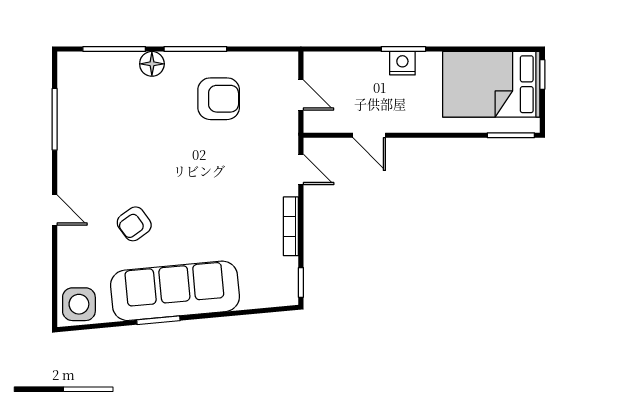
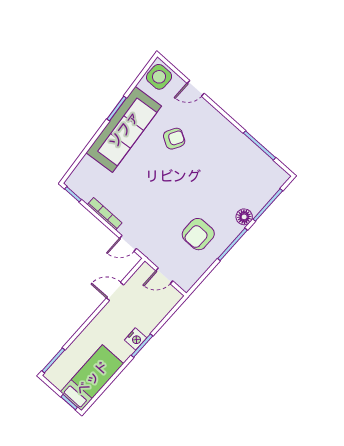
bed: (491, 84) -> (92, 378), width x0.67
door: (55, 210) -> (196, 88), moved
armchair: (134, 224) -> (174, 139), turned 66

